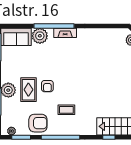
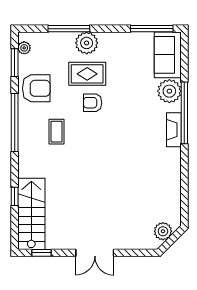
armchair: (38, 123) -> (36, 88), turned -90

